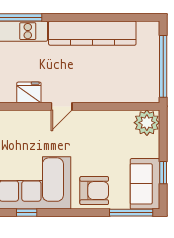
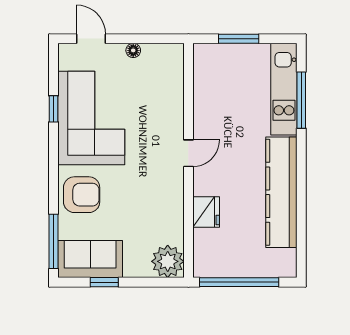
fridge: (29, 92) -> (206, 212), moved
door: (62, 106) -> (188, 153), swing flipped
armchair: (94, 191) -> (82, 195), turned -90

